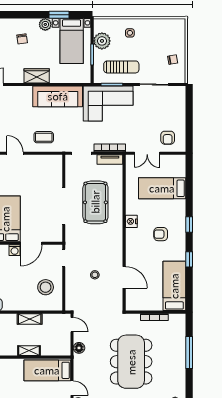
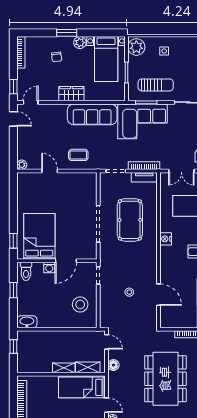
window: (59, 15) -> (67, 33), moved
plant: (102, 41) -> (136, 47), moved
shelving: (30, 319) -> (88, 367), moved

